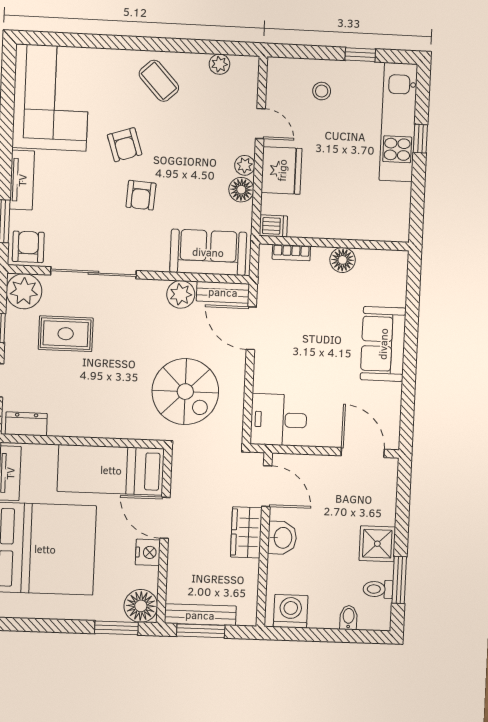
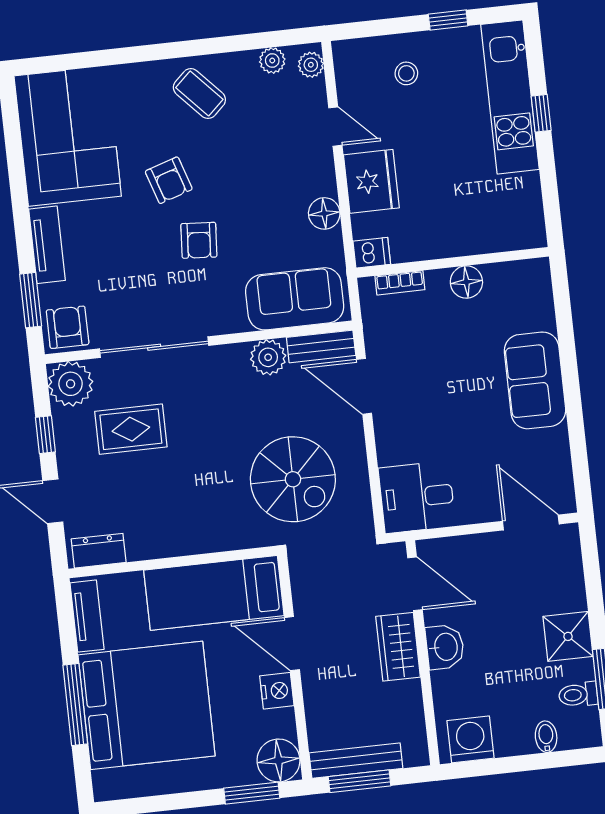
plant: (245, 165) -> (311, 65), moved

